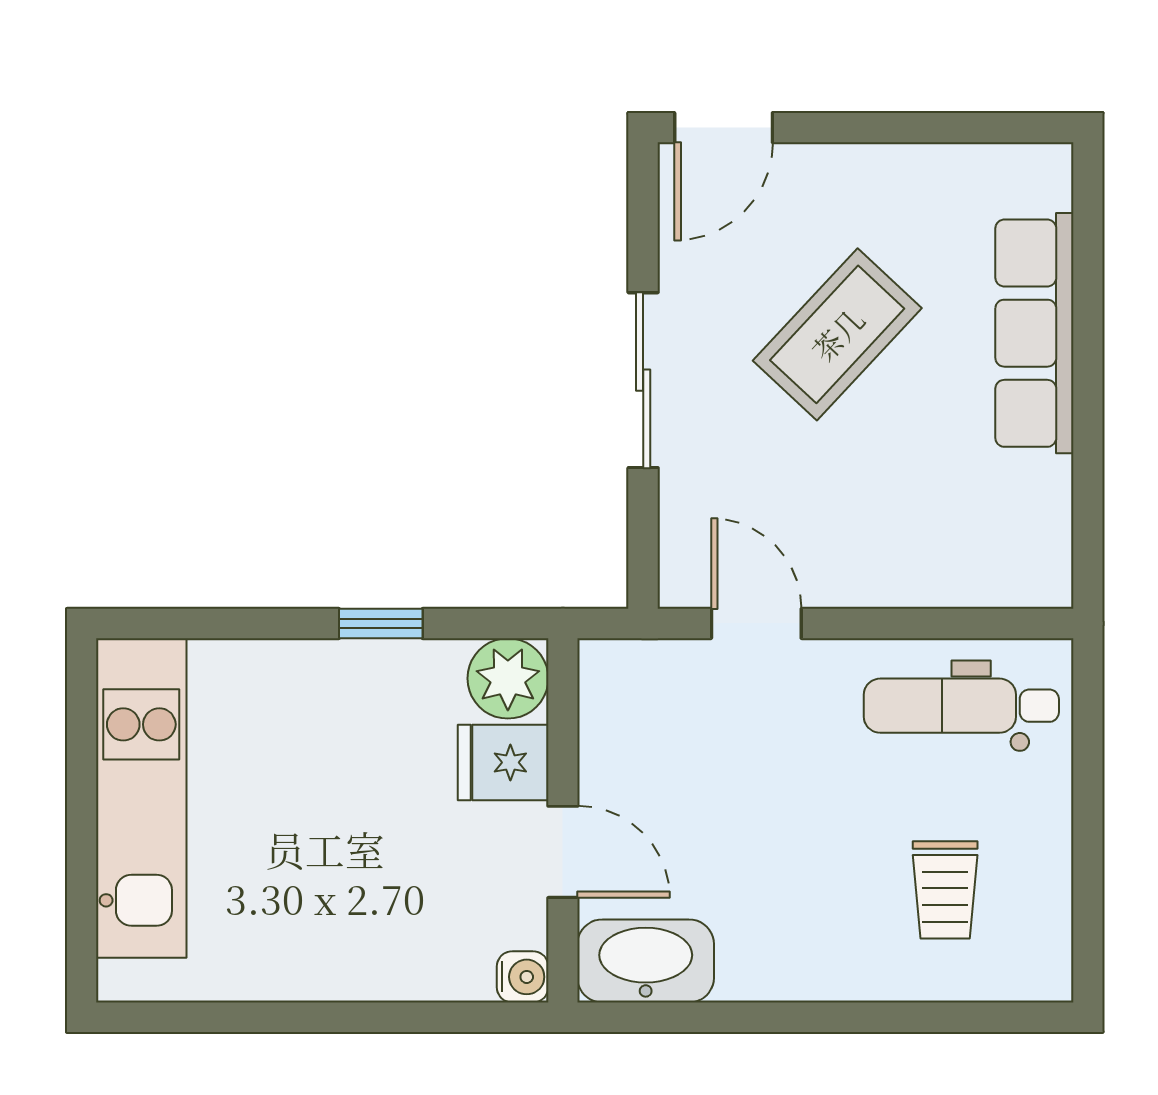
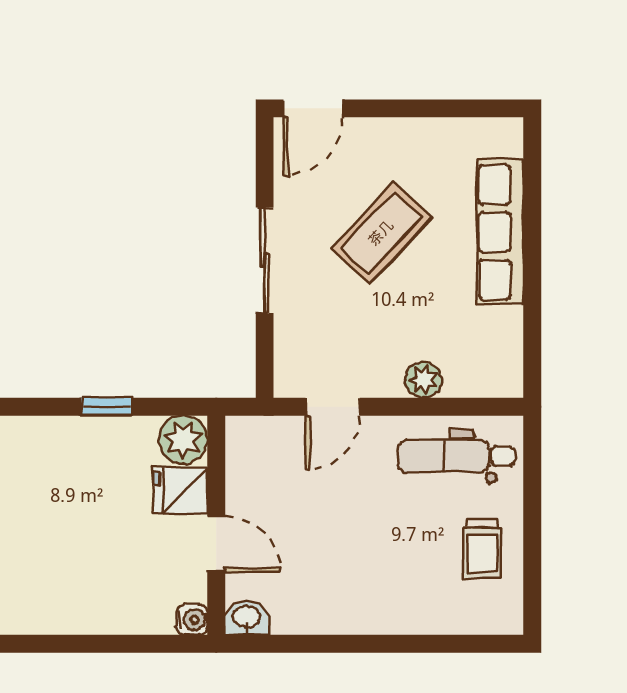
plant: (907, 579) -> (424, 380), added
door: (756, 623) -> (333, 407), swing flipped
trolley: (945, 890) -> (482, 549), moved
washbasin: (646, 961) -> (246, 618), width x0.52, depth x0.69

